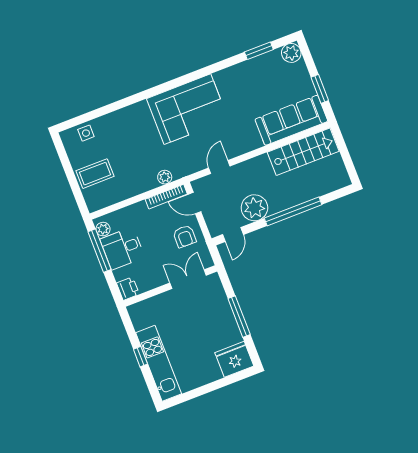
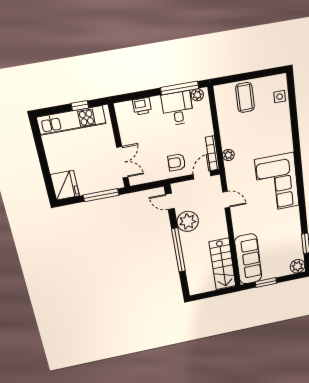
double door: (188, 279) -> (122, 162), moved
wall: (170, 286) -> (119, 146), moved

